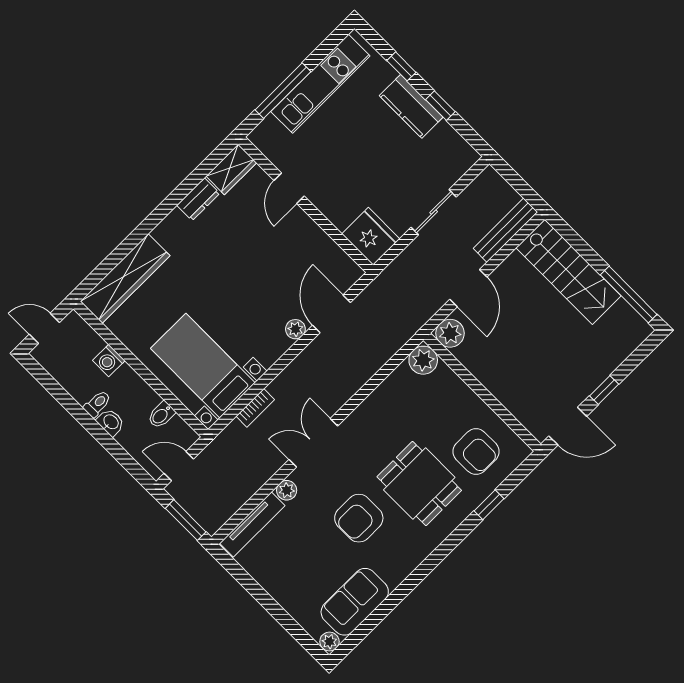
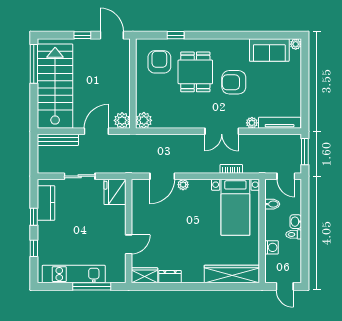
kitchen counter: (411, 106) -> (46, 203), moved
stairs: (569, 272) -> (55, 86), width x1.36, depth x1.51
armchair: (359, 518) -> (234, 82), turned 180

